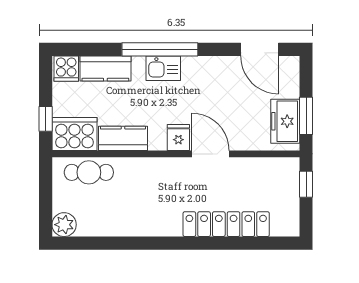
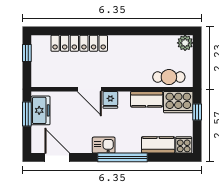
kitchen sink: (163, 68) -> (104, 145), moved
window: (306, 184) -> (27, 53), moved

